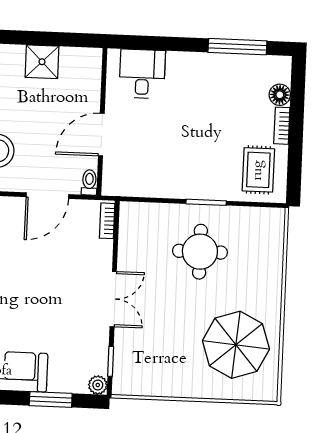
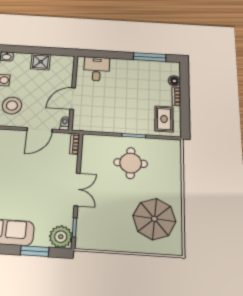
plant: (98, 385) -> (61, 237), width x1.88, depth x1.88

